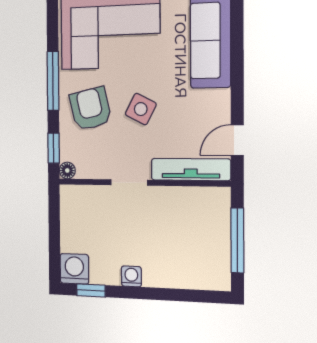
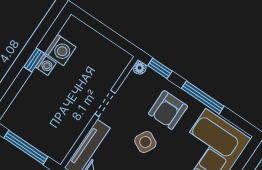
armchair: (90, 109) -> (168, 110), turned 103
washing machine: (74, 269) -> (60, 50), moved
window: (91, 290) -> (34, 60), moved

